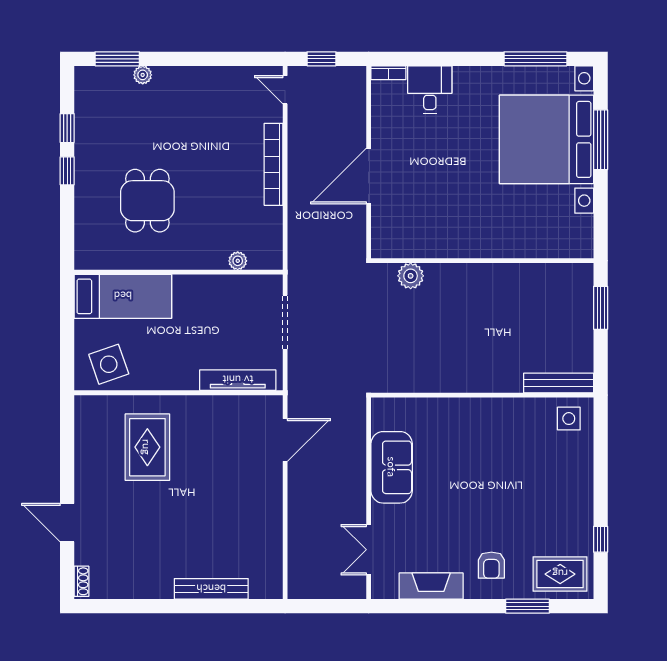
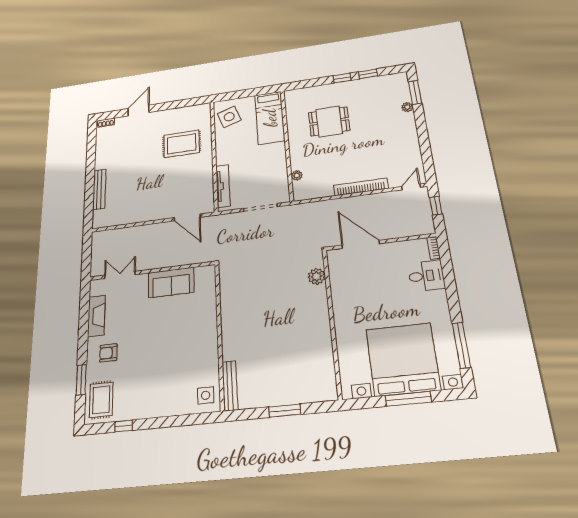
wall: (482, 261) -> (332, 322), moved
plant: (411, 276) -> (317, 276), moved

